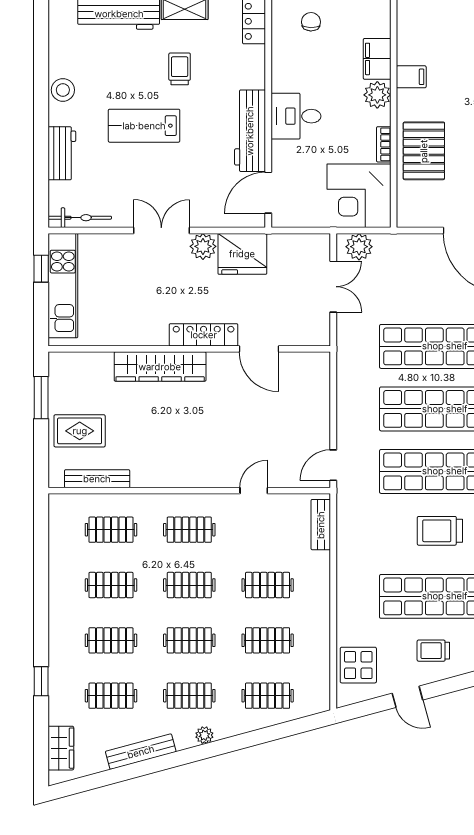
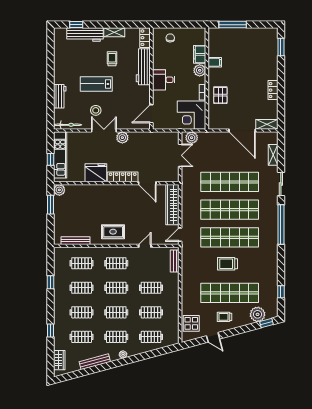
stool: (63, 90) -> (96, 110), moved
workbench: (250, 131) -> (143, 67), moved
pallet: (424, 151) -> (220, 95), width x0.67, depth x0.71
fridge: (242, 254) -> (96, 173), moved, turned 180
window: (41, 269) -> (51, 159), moved
plant: (61, 364) -> (59, 190), added
wardrobe: (160, 367) -> (172, 205), moved, turned 90
rug: (80, 431) -> (113, 232), moved
window: (41, 573) -> (51, 282), added

